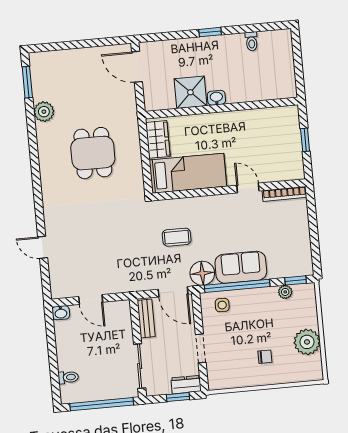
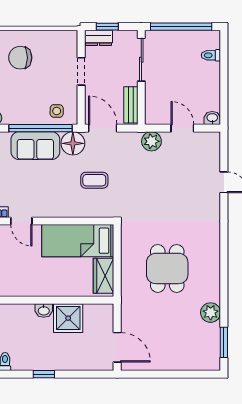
plant: (121, 283) -> (151, 141), added
chair: (265, 357) -> (20, 58), width x1.87, depth x1.87

